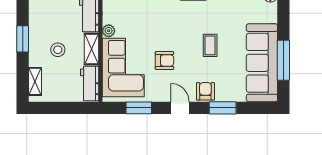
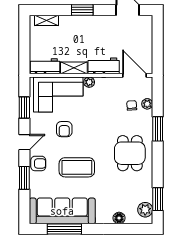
coffee table: (210, 45) -> (77, 167), width x1.86, depth x1.72
stool: (58, 50) -> (73, 40), removed

